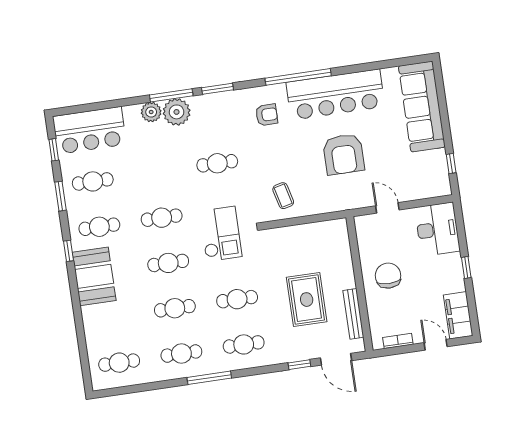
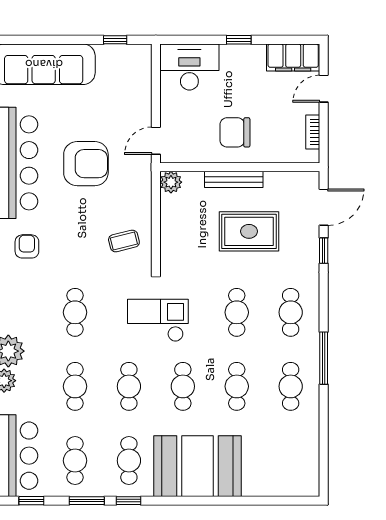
door: (387, 208) -> (156, 141), moved
plant: (338, 228) -> (171, 182), added
window: (68, 251) -> (129, 501), moved
booth: (94, 276) -> (197, 466), width x1.36, depth x1.42
bench: (353, 314) -> (234, 179), moved
cafe table: (119, 363) -> (75, 386), moved

